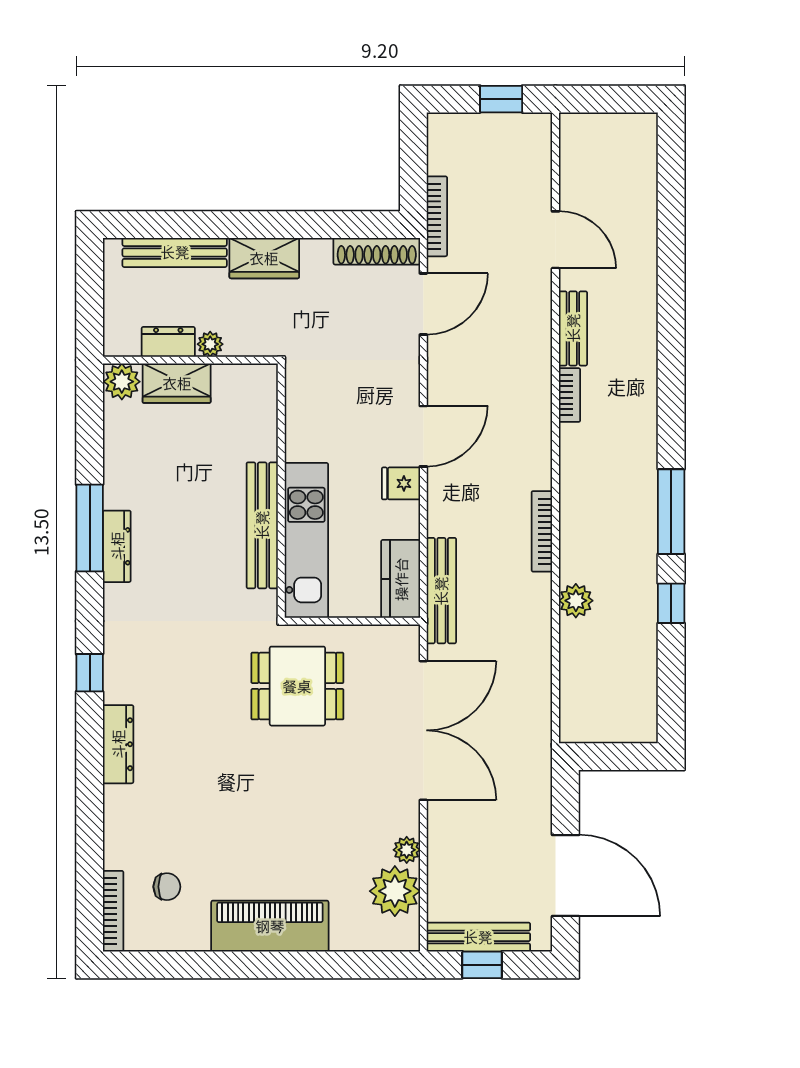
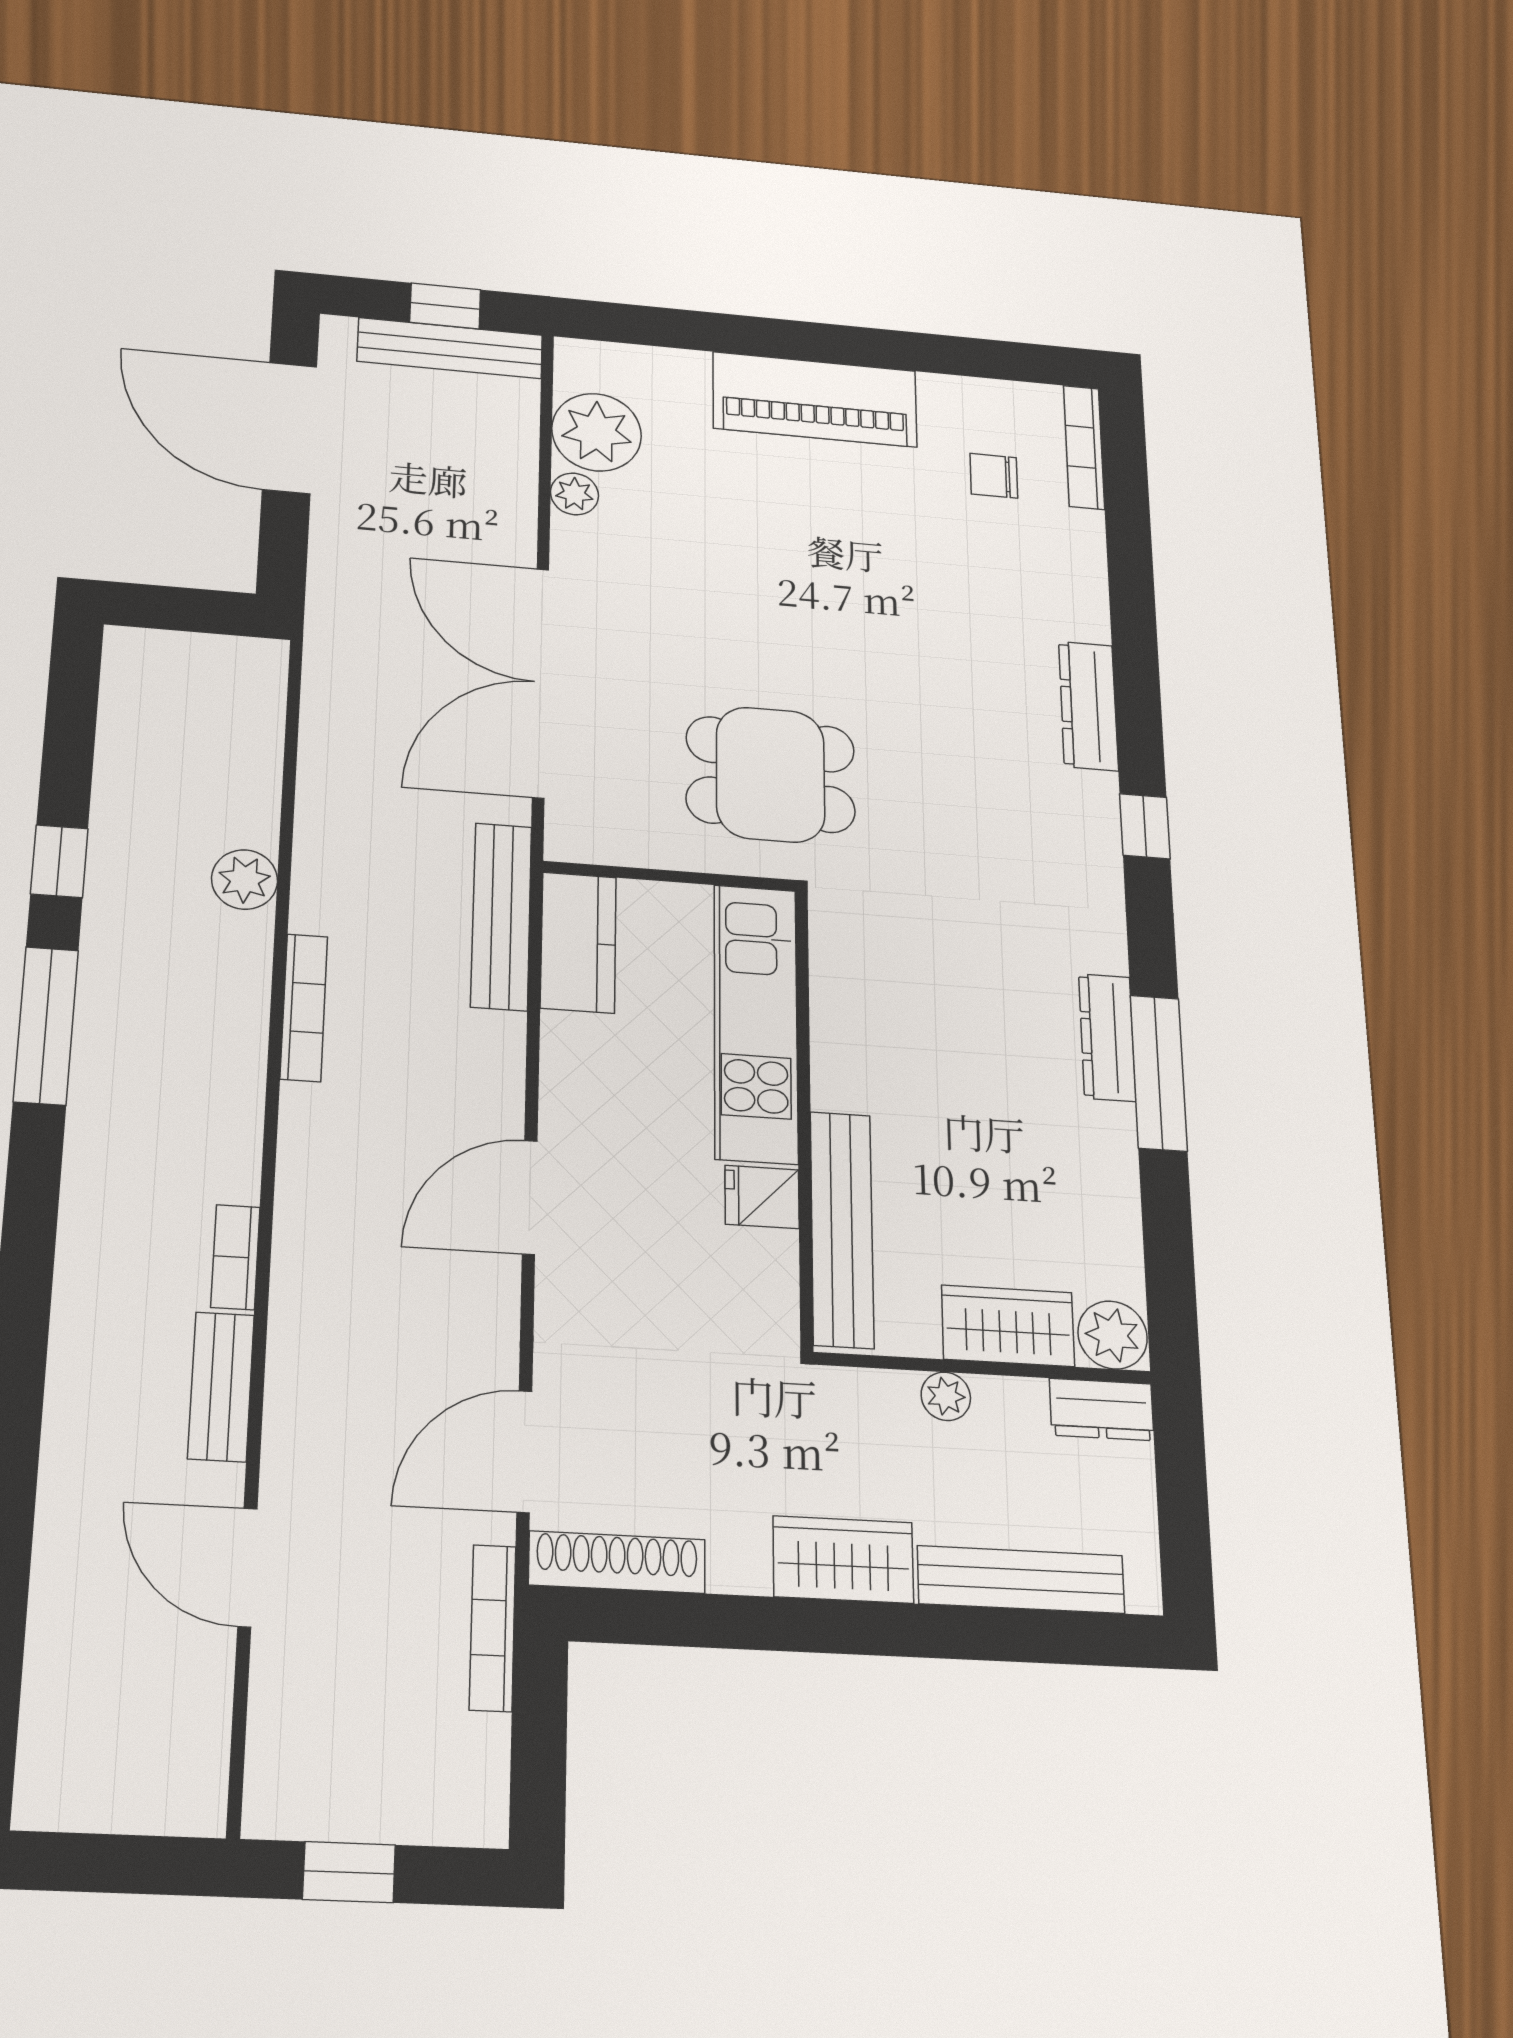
dresser: (168, 342) -> (1102, 1409), moved
fridge: (401, 483) -> (762, 1197), moved, turned 180
bench: (262, 525) -> (842, 1229), moved

